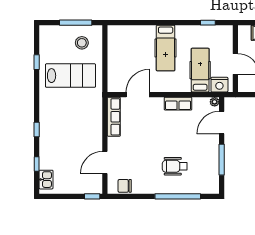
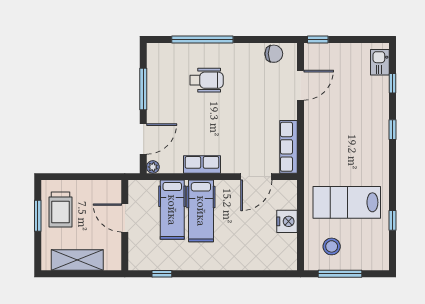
hospital bed: (166, 48) -> (201, 211), moved, turned 180
nightstand: (219, 85) -> (287, 221), moved, turned 90

